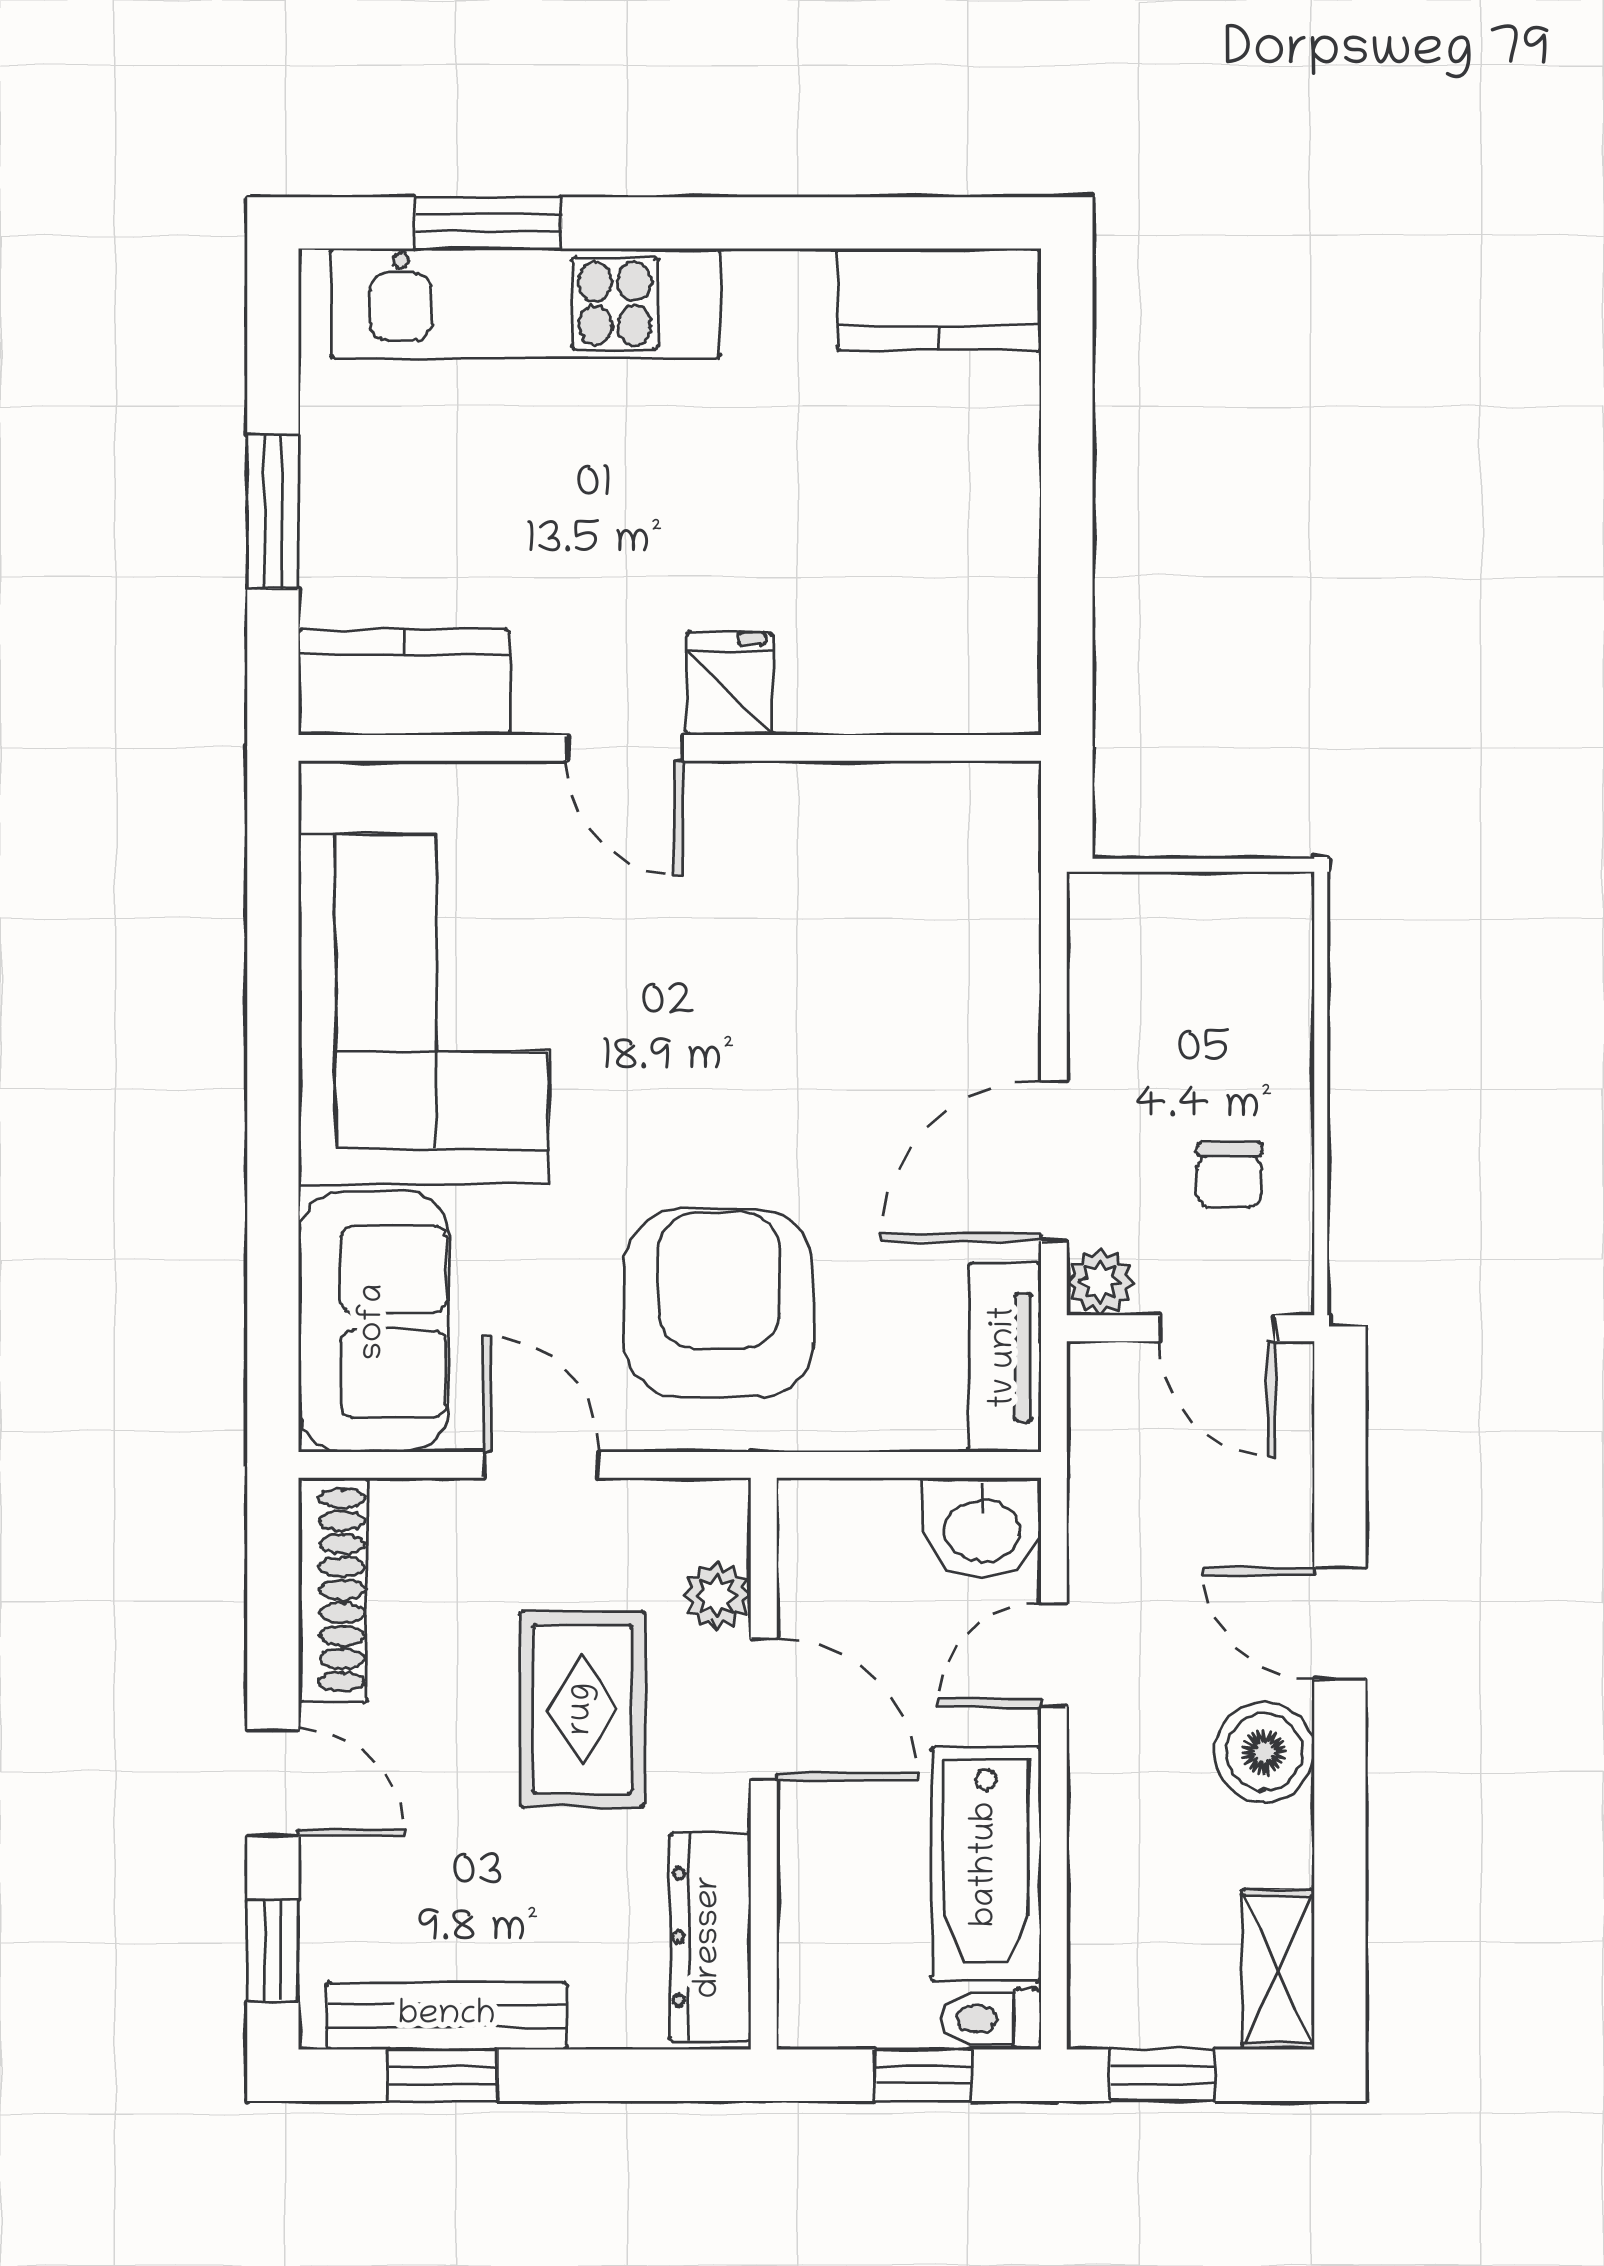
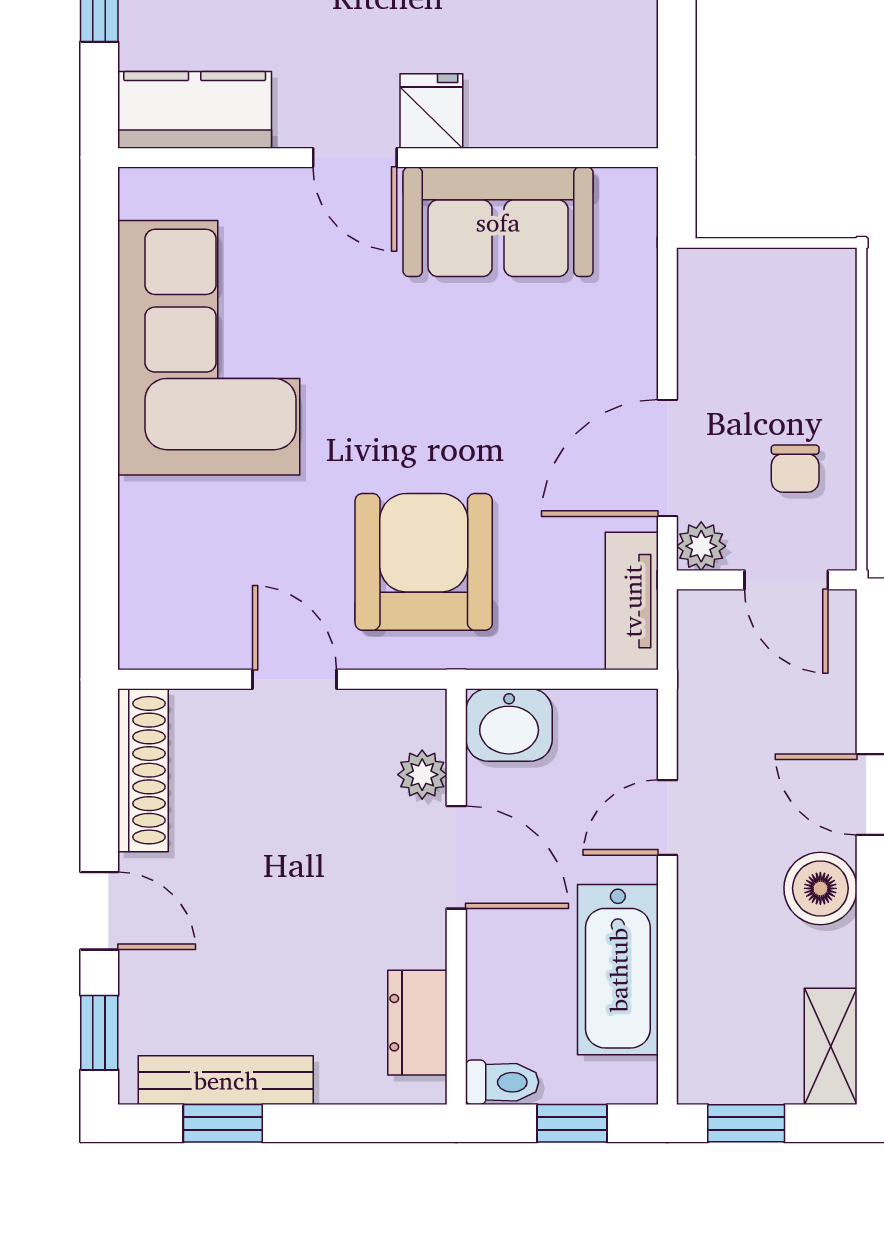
sofa: (374, 1322) -> (498, 222), moved, turned 90
washbasin: (982, 1528) -> (509, 725), moved
rug: (582, 1709) -> (324, 857), removed
dresser: (710, 1937) -> (417, 1023), width x0.70
toilet: (991, 2019) -> (502, 1082), moved, turned 180

